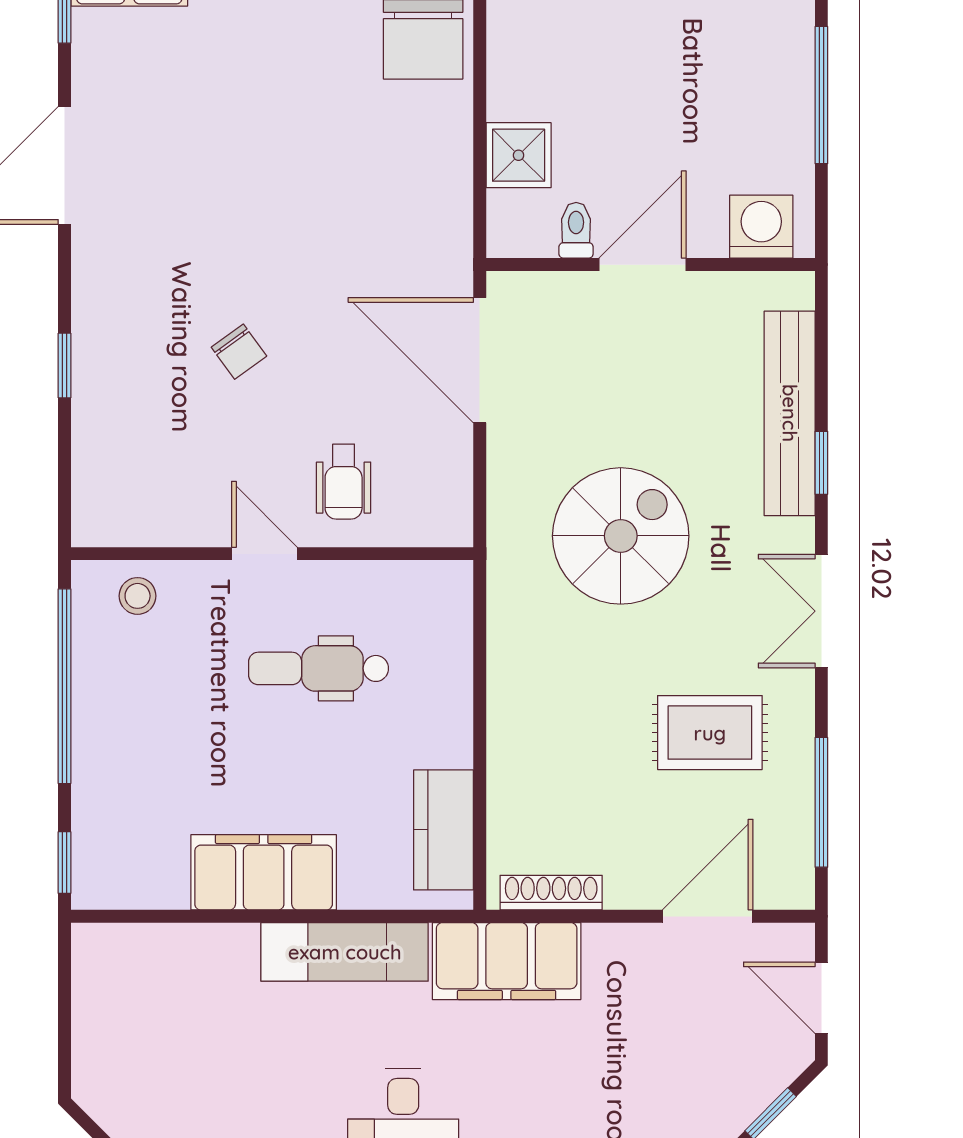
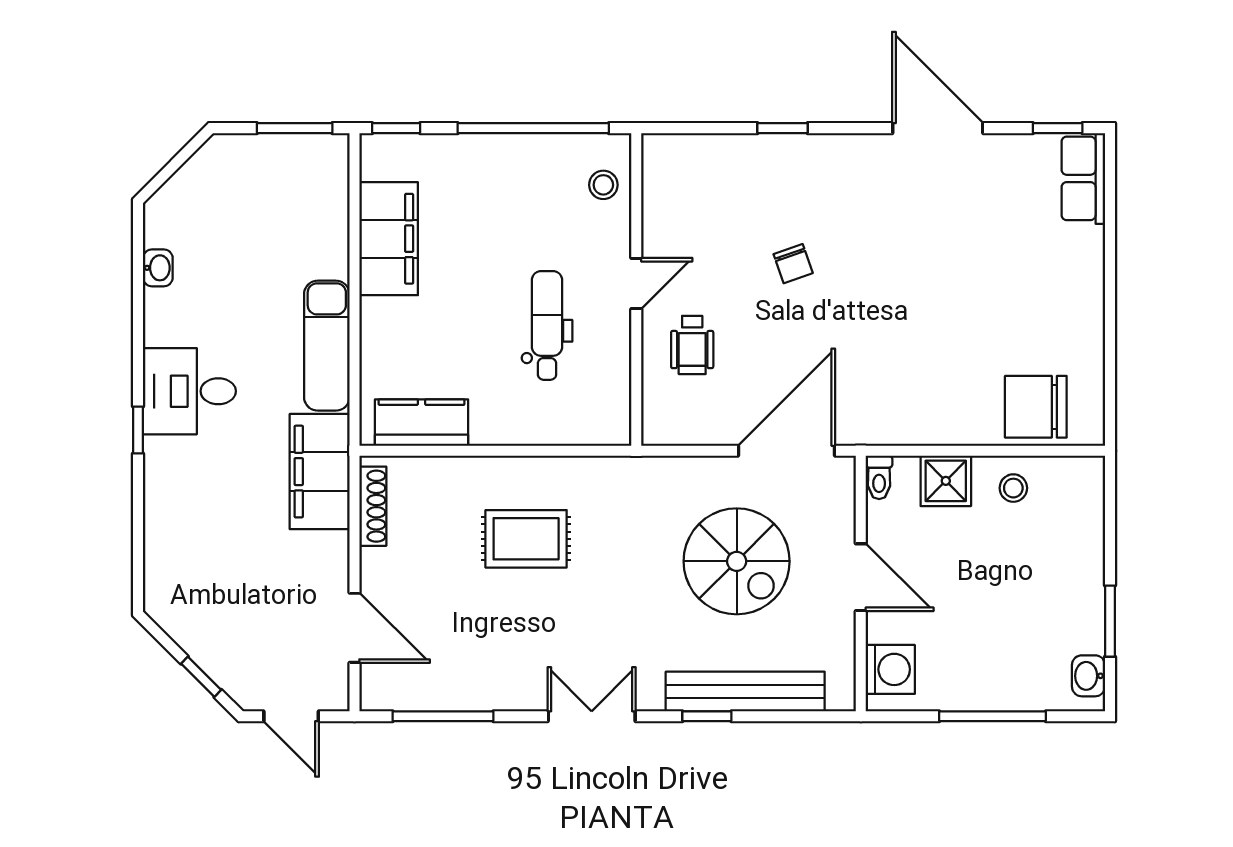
stool: (528, 68) -> (1013, 488), added
toilet: (576, 230) -> (879, 477), moved, turned 90
chair: (239, 352) -> (793, 264), turned -73
wheelchair: (344, 482) -> (692, 345), turned -90
spiral stairs: (621, 536) -> (737, 561), moved
rug: (710, 733) -> (526, 539), moved, turned 90
filing cabinet: (264, 872) -> (389, 239), moved
window: (65, 993) -> (295, 128), added
door: (821, 998) -> (291, 716), swing flipped

